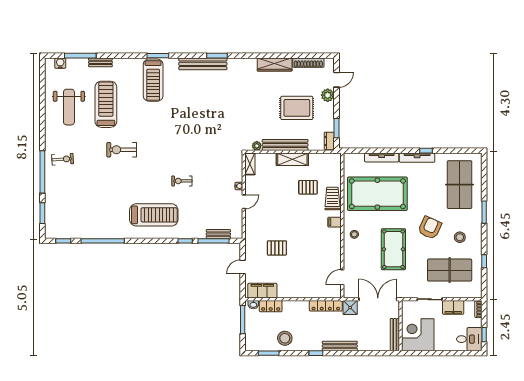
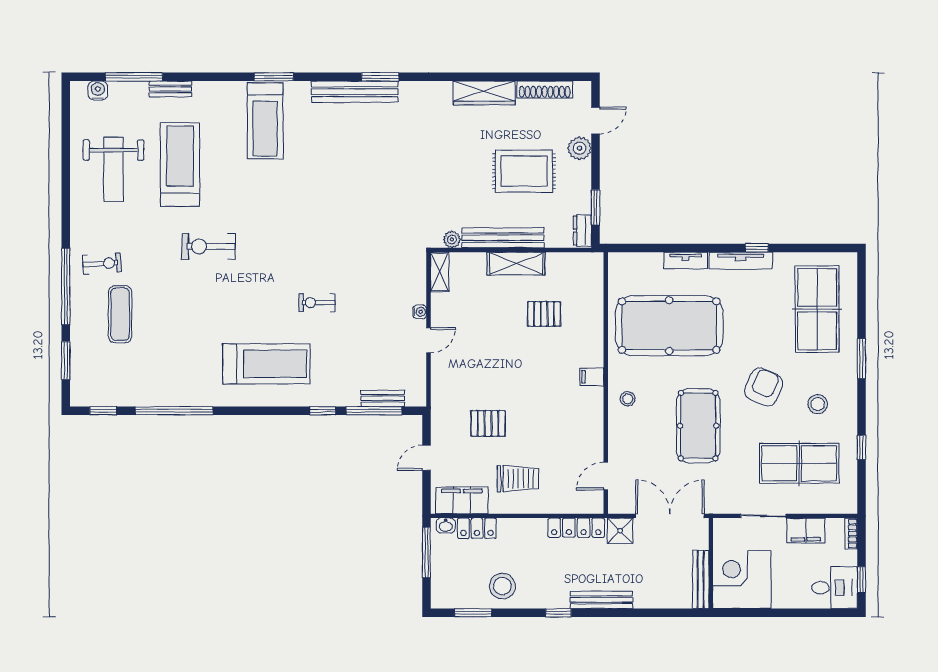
tv unit: (382, 157) -> (686, 260), width x0.71
exercise mat: (73, 187) -> (120, 314), added
trolley: (332, 198) -> (518, 479), moved, turned 90

